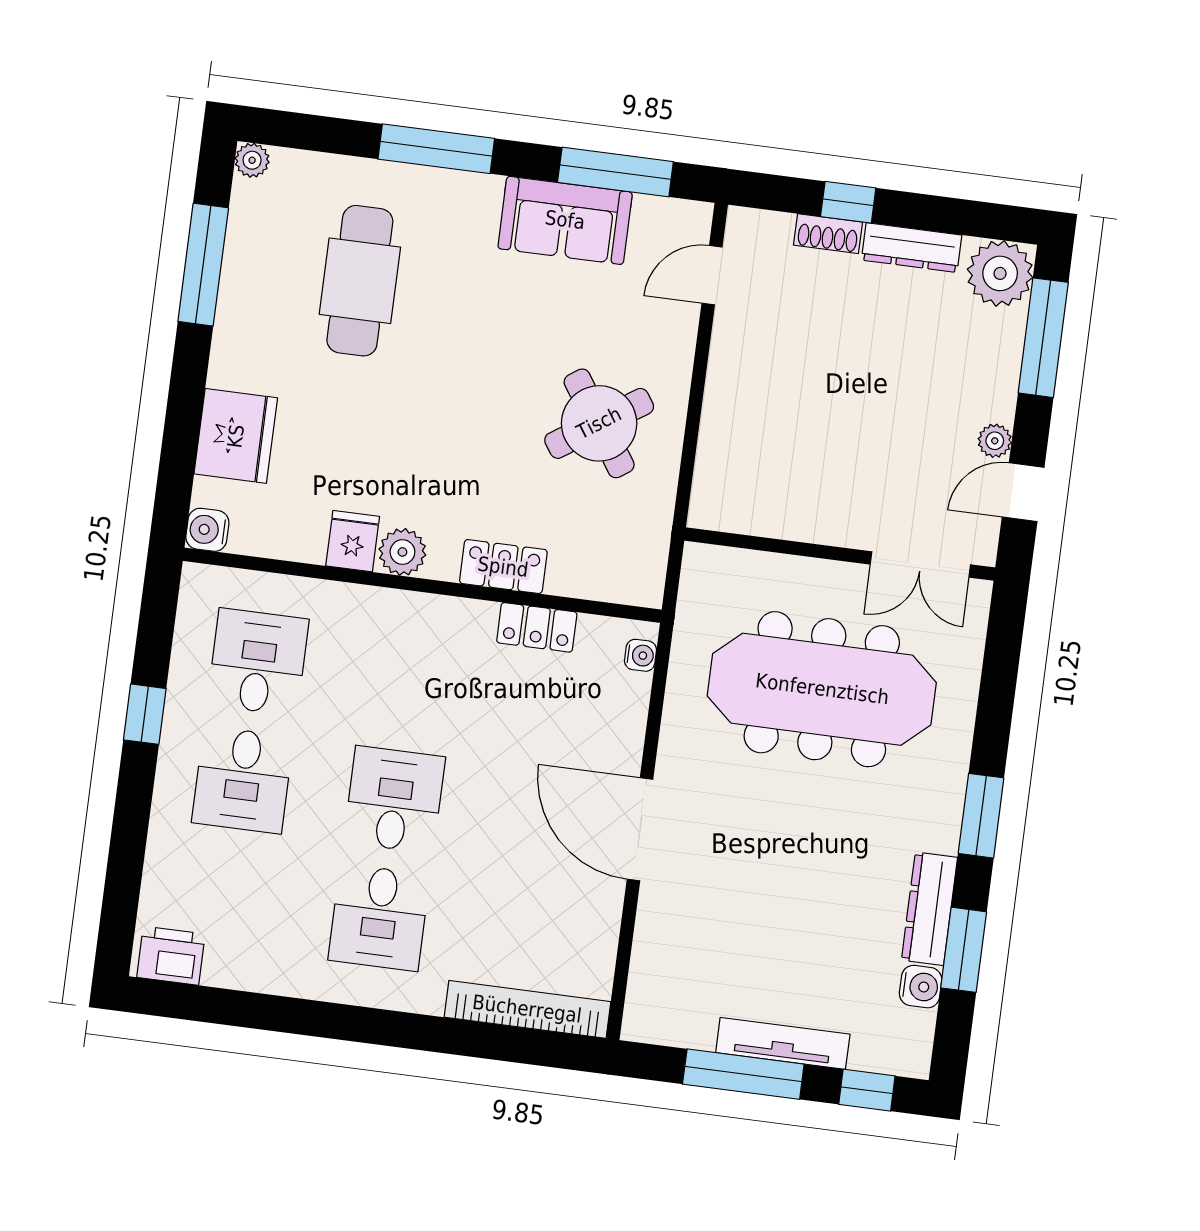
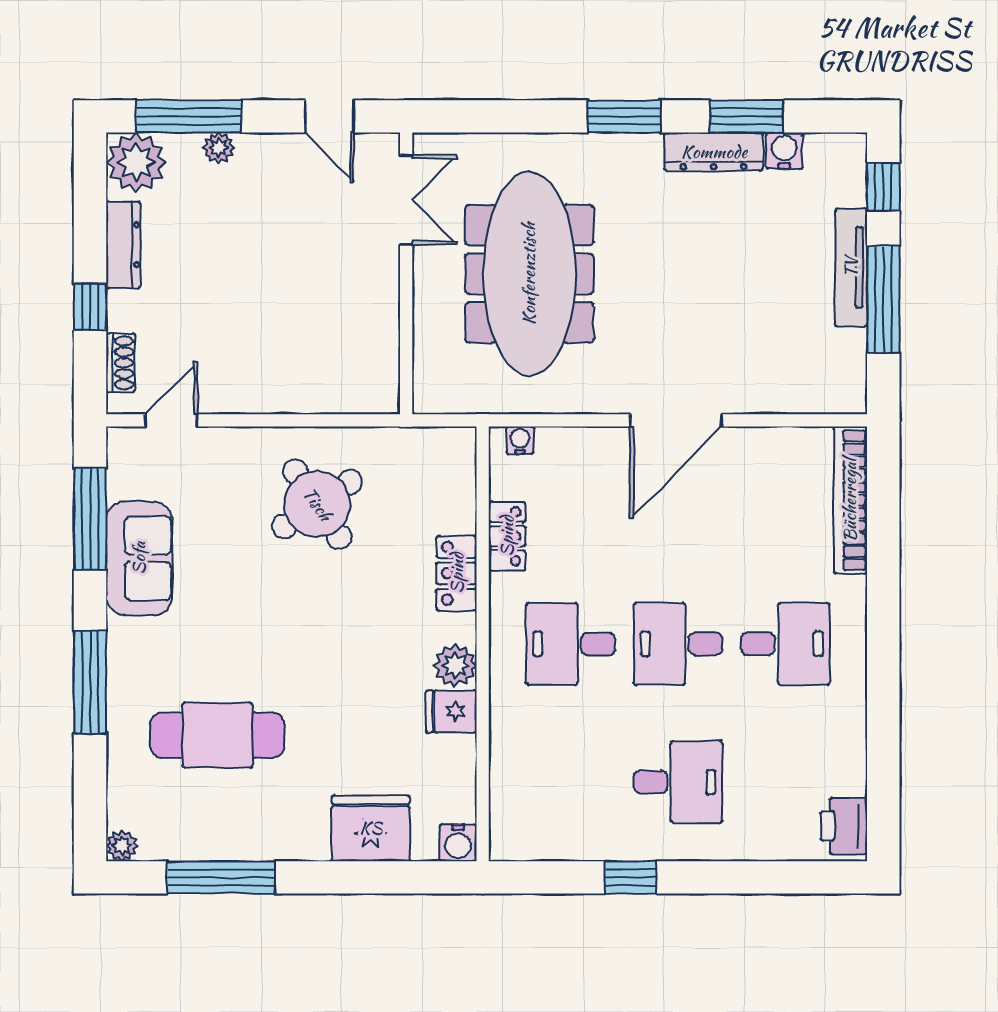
shoe rack: (828, 234) -> (121, 363), moved
door: (712, 275) -> (171, 420), swing flipped
plant: (995, 441) -> (219, 148), moved
desk: (258, 662) -> (571, 644), moved

